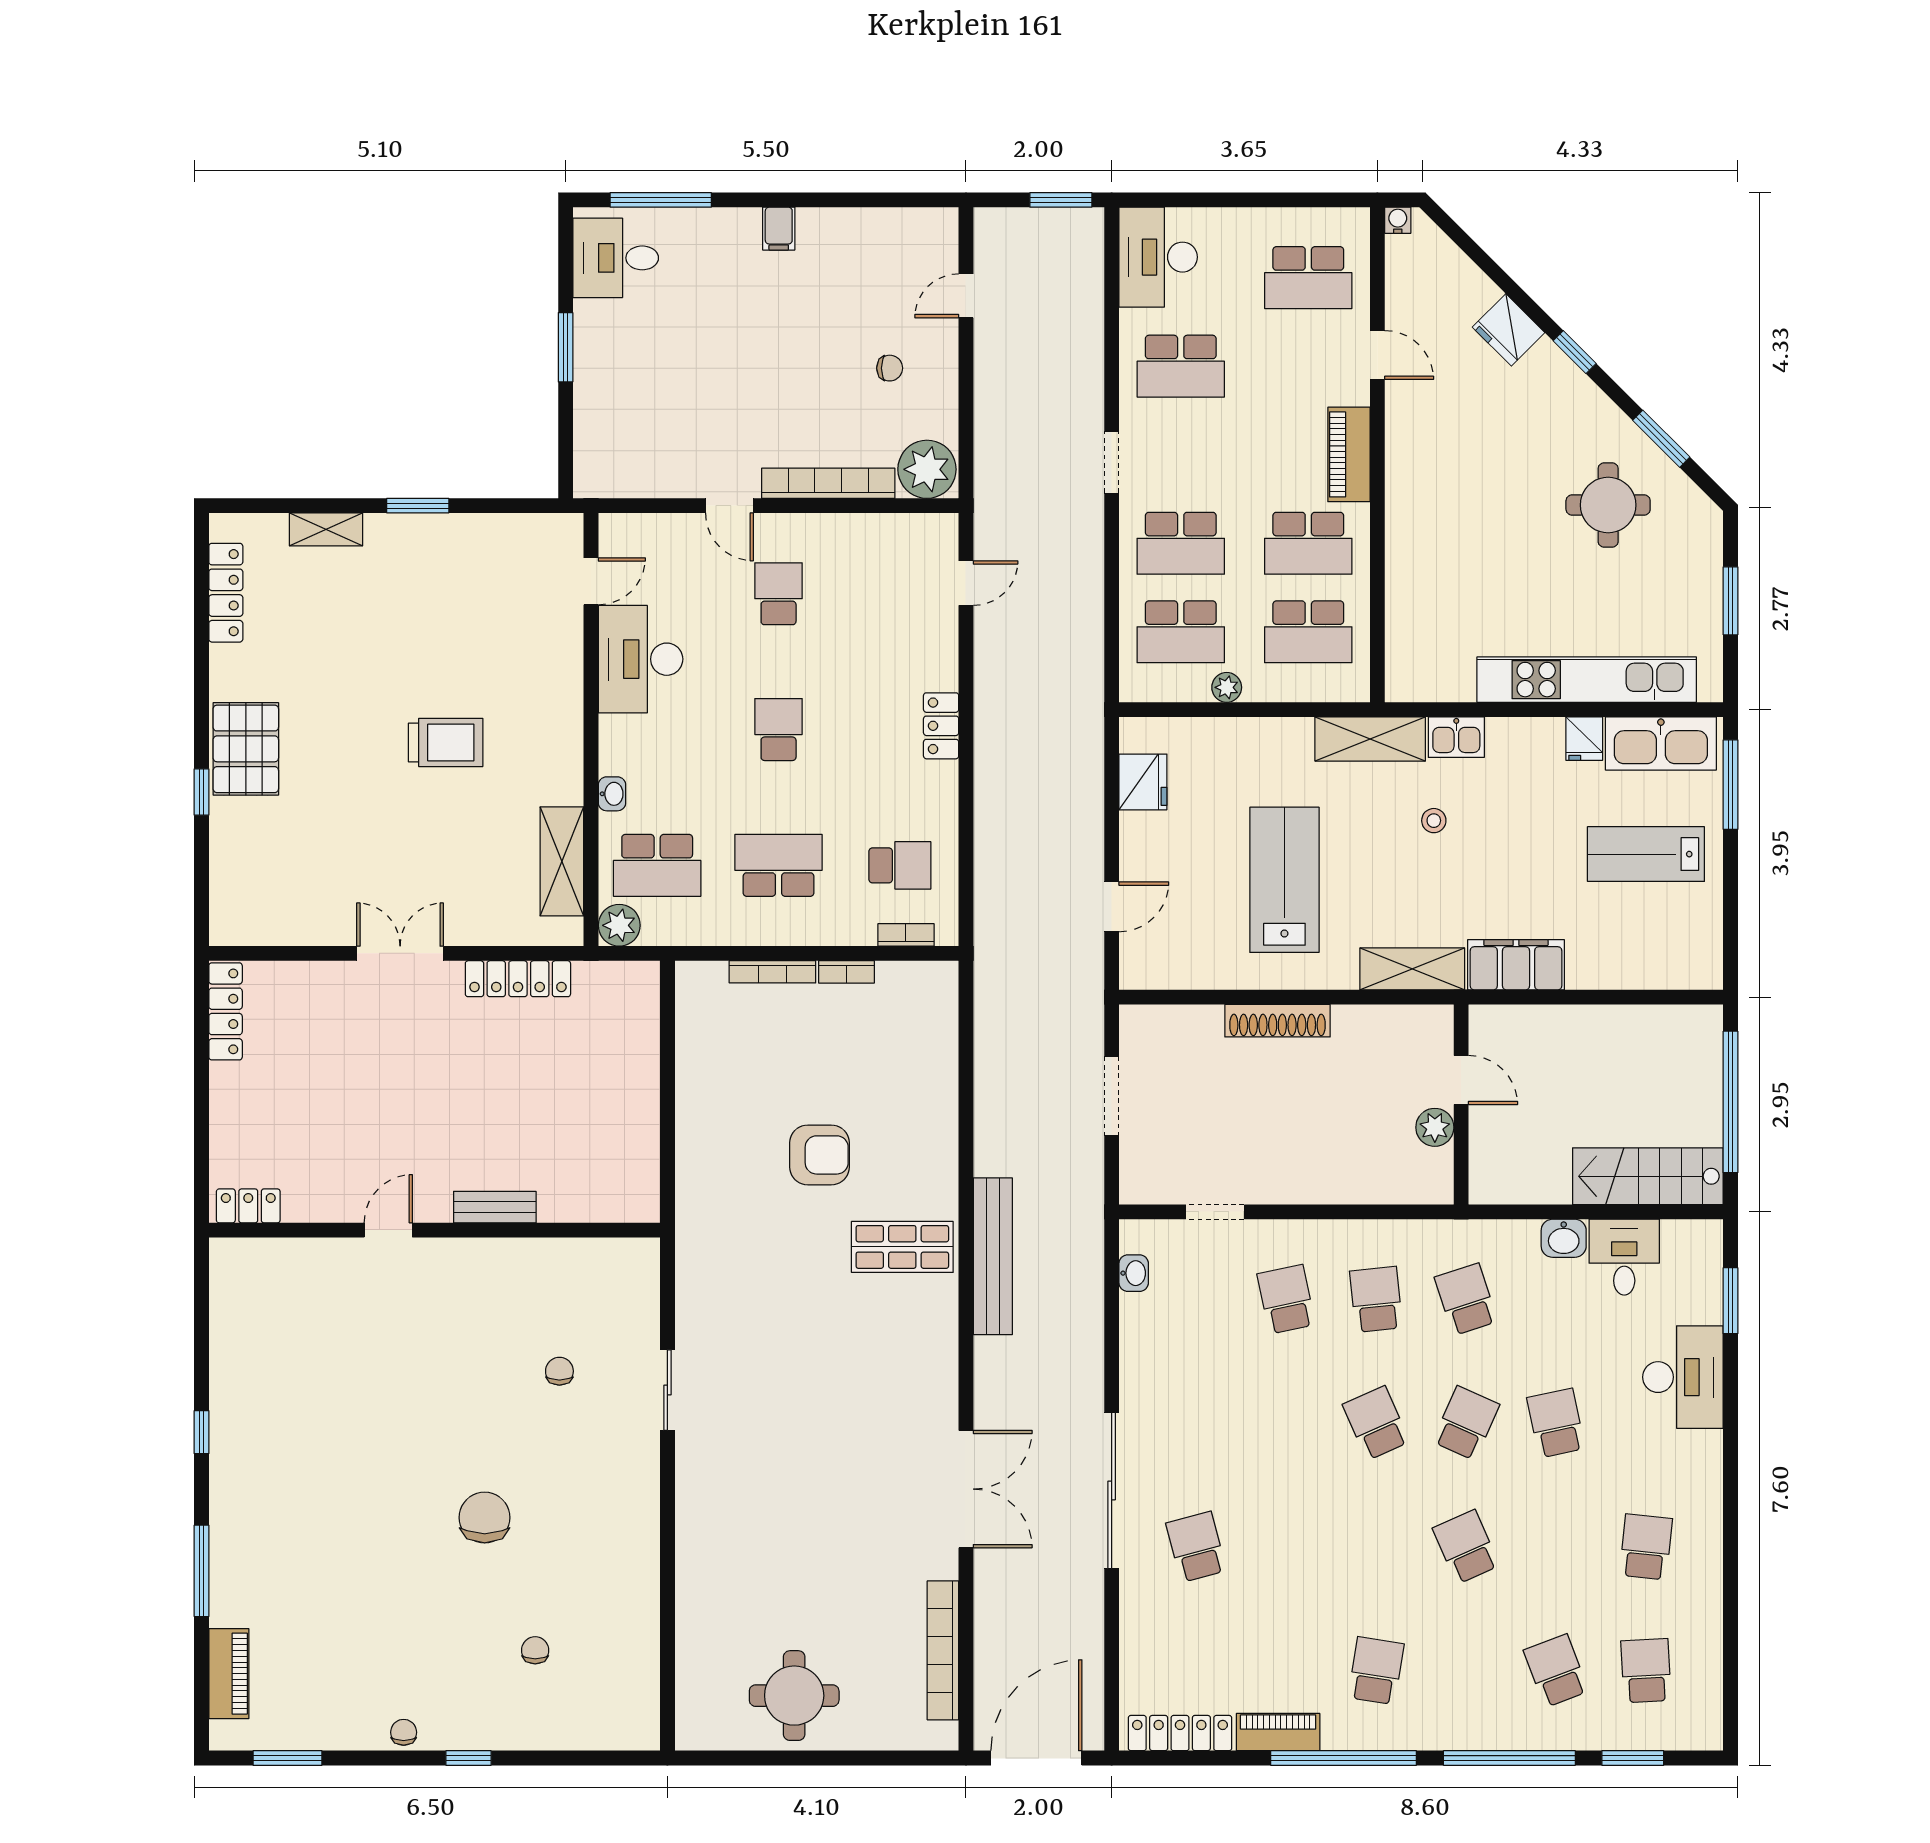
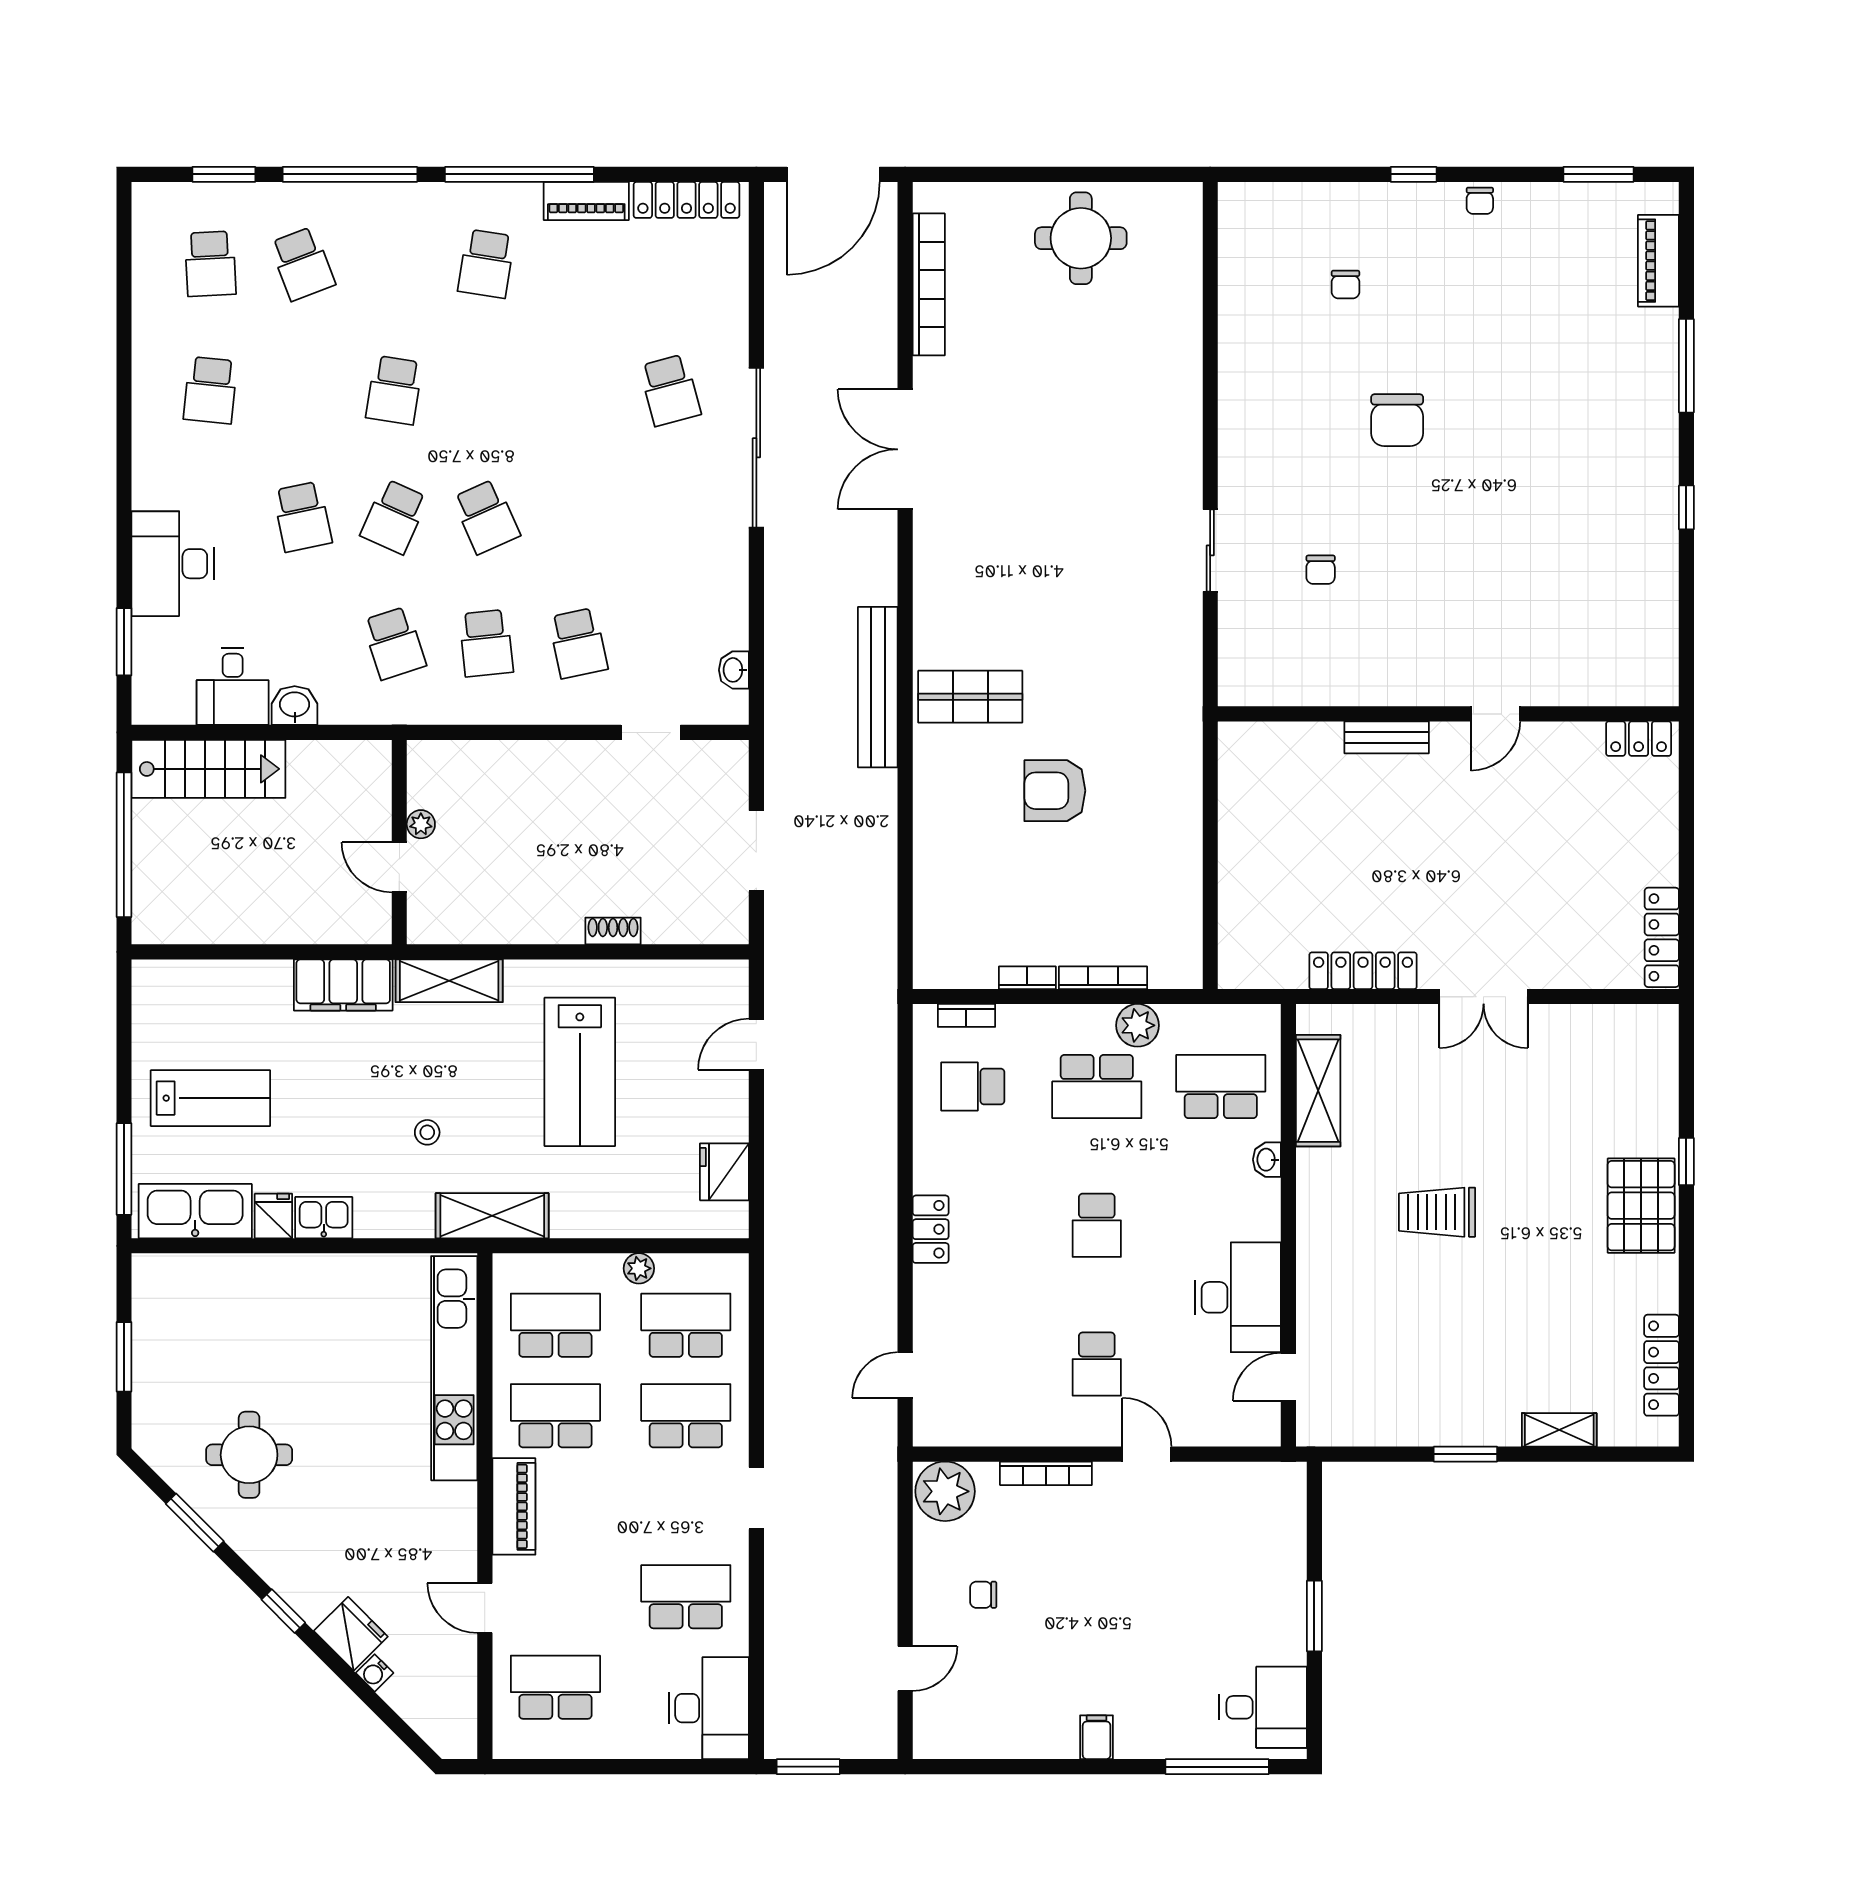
water cooler: (1398, 220) -> (375, 1673), moved, turned 45
bookcase: (828, 483) -> (1046, 1473), width x0.68, depth x0.76
kitchen unit: (1587, 680) -> (454, 1368), moved, turned 90
kitchen sink: (1456, 737) -> (324, 1218), moved
plant: (619, 925) -> (1138, 1025), moved
shoe rack: (1278, 1021) -> (613, 931), width x0.51, depth x0.81
plant: (1435, 1127) -> (421, 824), width x0.73, depth x0.73
school desk: (1466, 1547) -> (394, 390), turned 33

